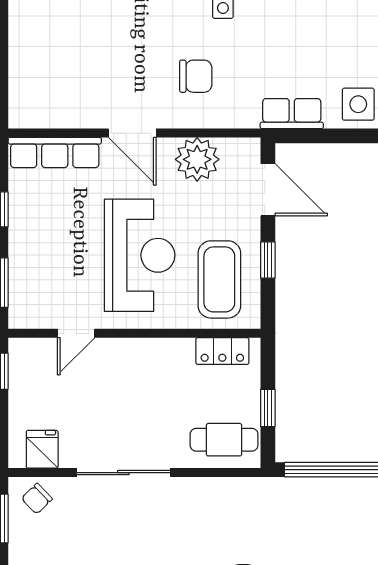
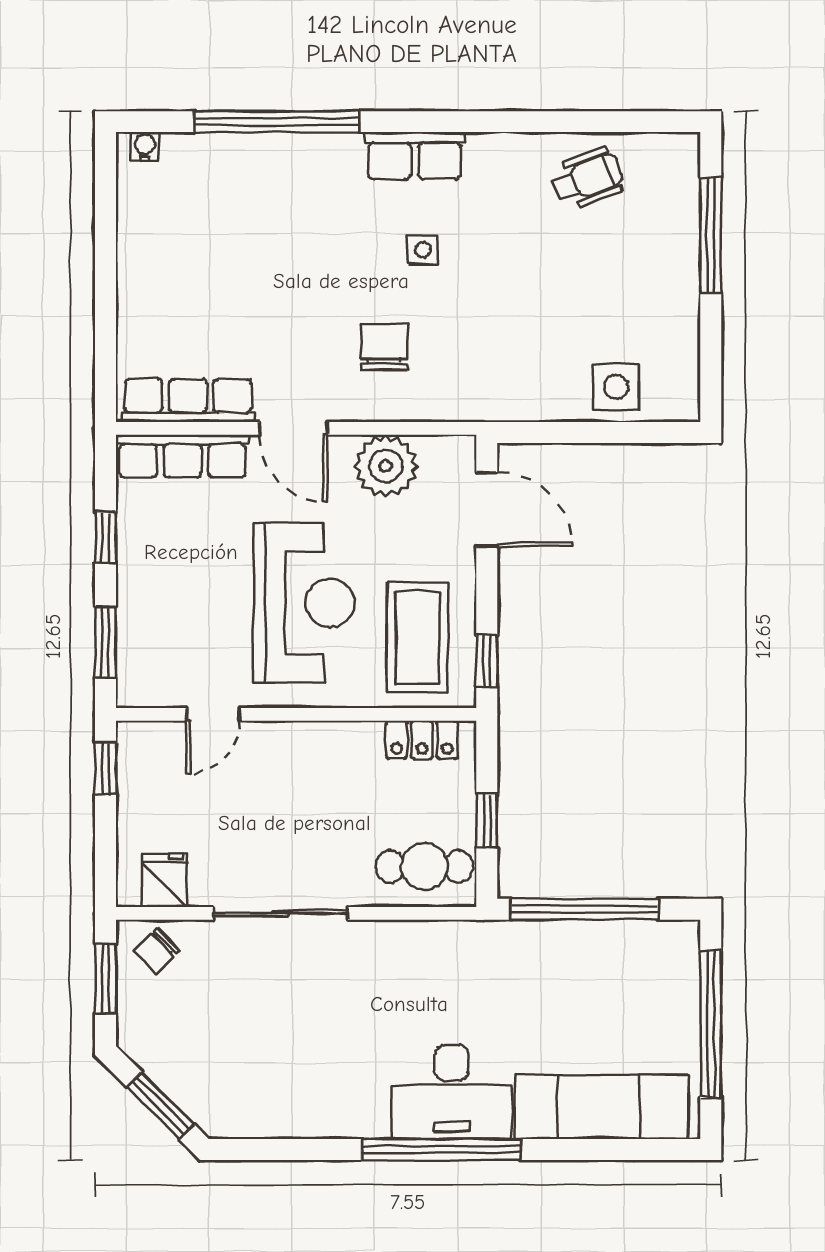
chair: (196, 76) -> (384, 347), turned -90
row of seats: (292, 114) -> (188, 401), moved, width x1.48
window: (268, 260) -> (487, 661), moved

